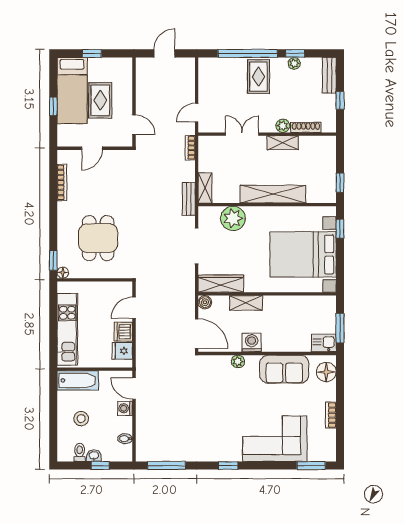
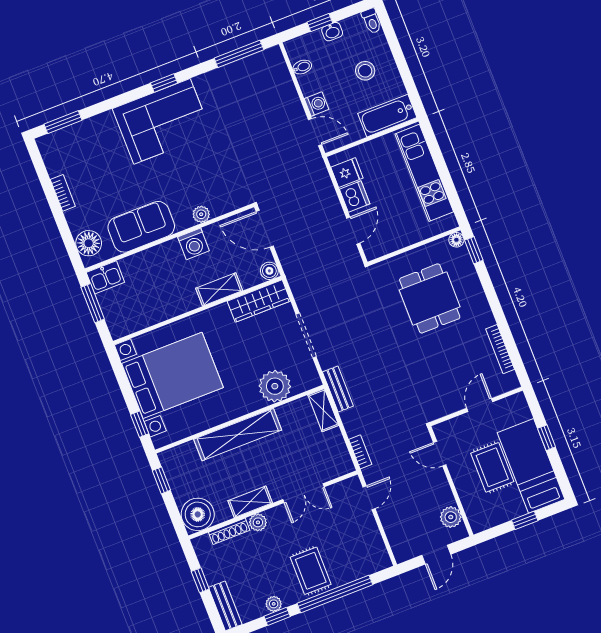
plant: (144, 76) -> (451, 517), added
boiler: (324, 148) -> (198, 514), added
corner sofa: (275, 439) -> (162, 121), moved
toilet: (80, 452) -> (372, 21), moved

